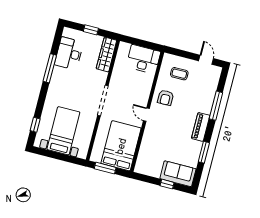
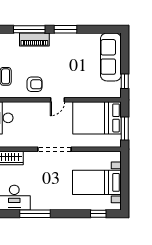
piano: (201, 127) -> (34, 39), moved
window: (204, 152) -> (65, 29), moved
sofa: (178, 174) -> (111, 57), width x1.36
window: (167, 184) -> (125, 81), moved

